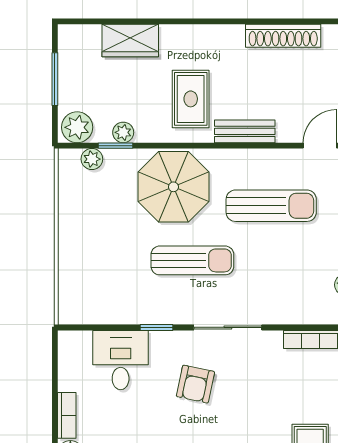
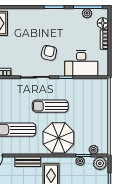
desk: (121, 360) -> (81, 63), width x1.37

